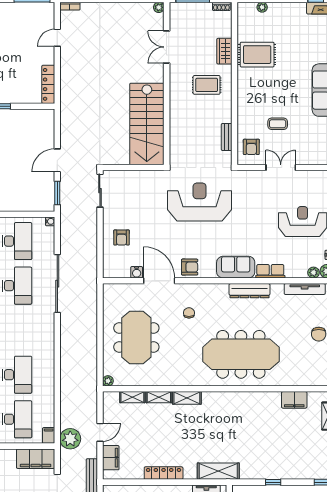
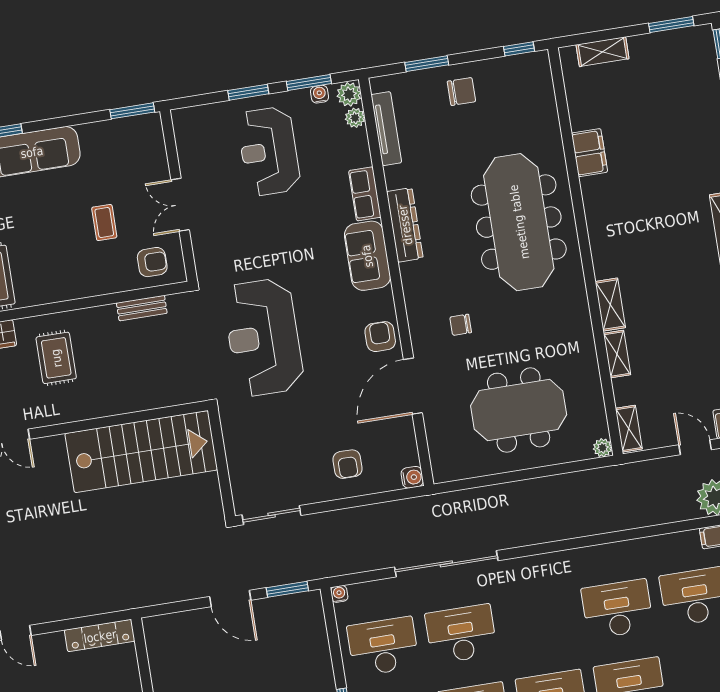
armchair: (122, 238) -> (347, 464), turned 90
water cooler: (137, 272) -> (412, 477), moved
shelving: (132, 397) -> (629, 429), moved
filing cabinet: (294, 400) -> (589, 153), moved

